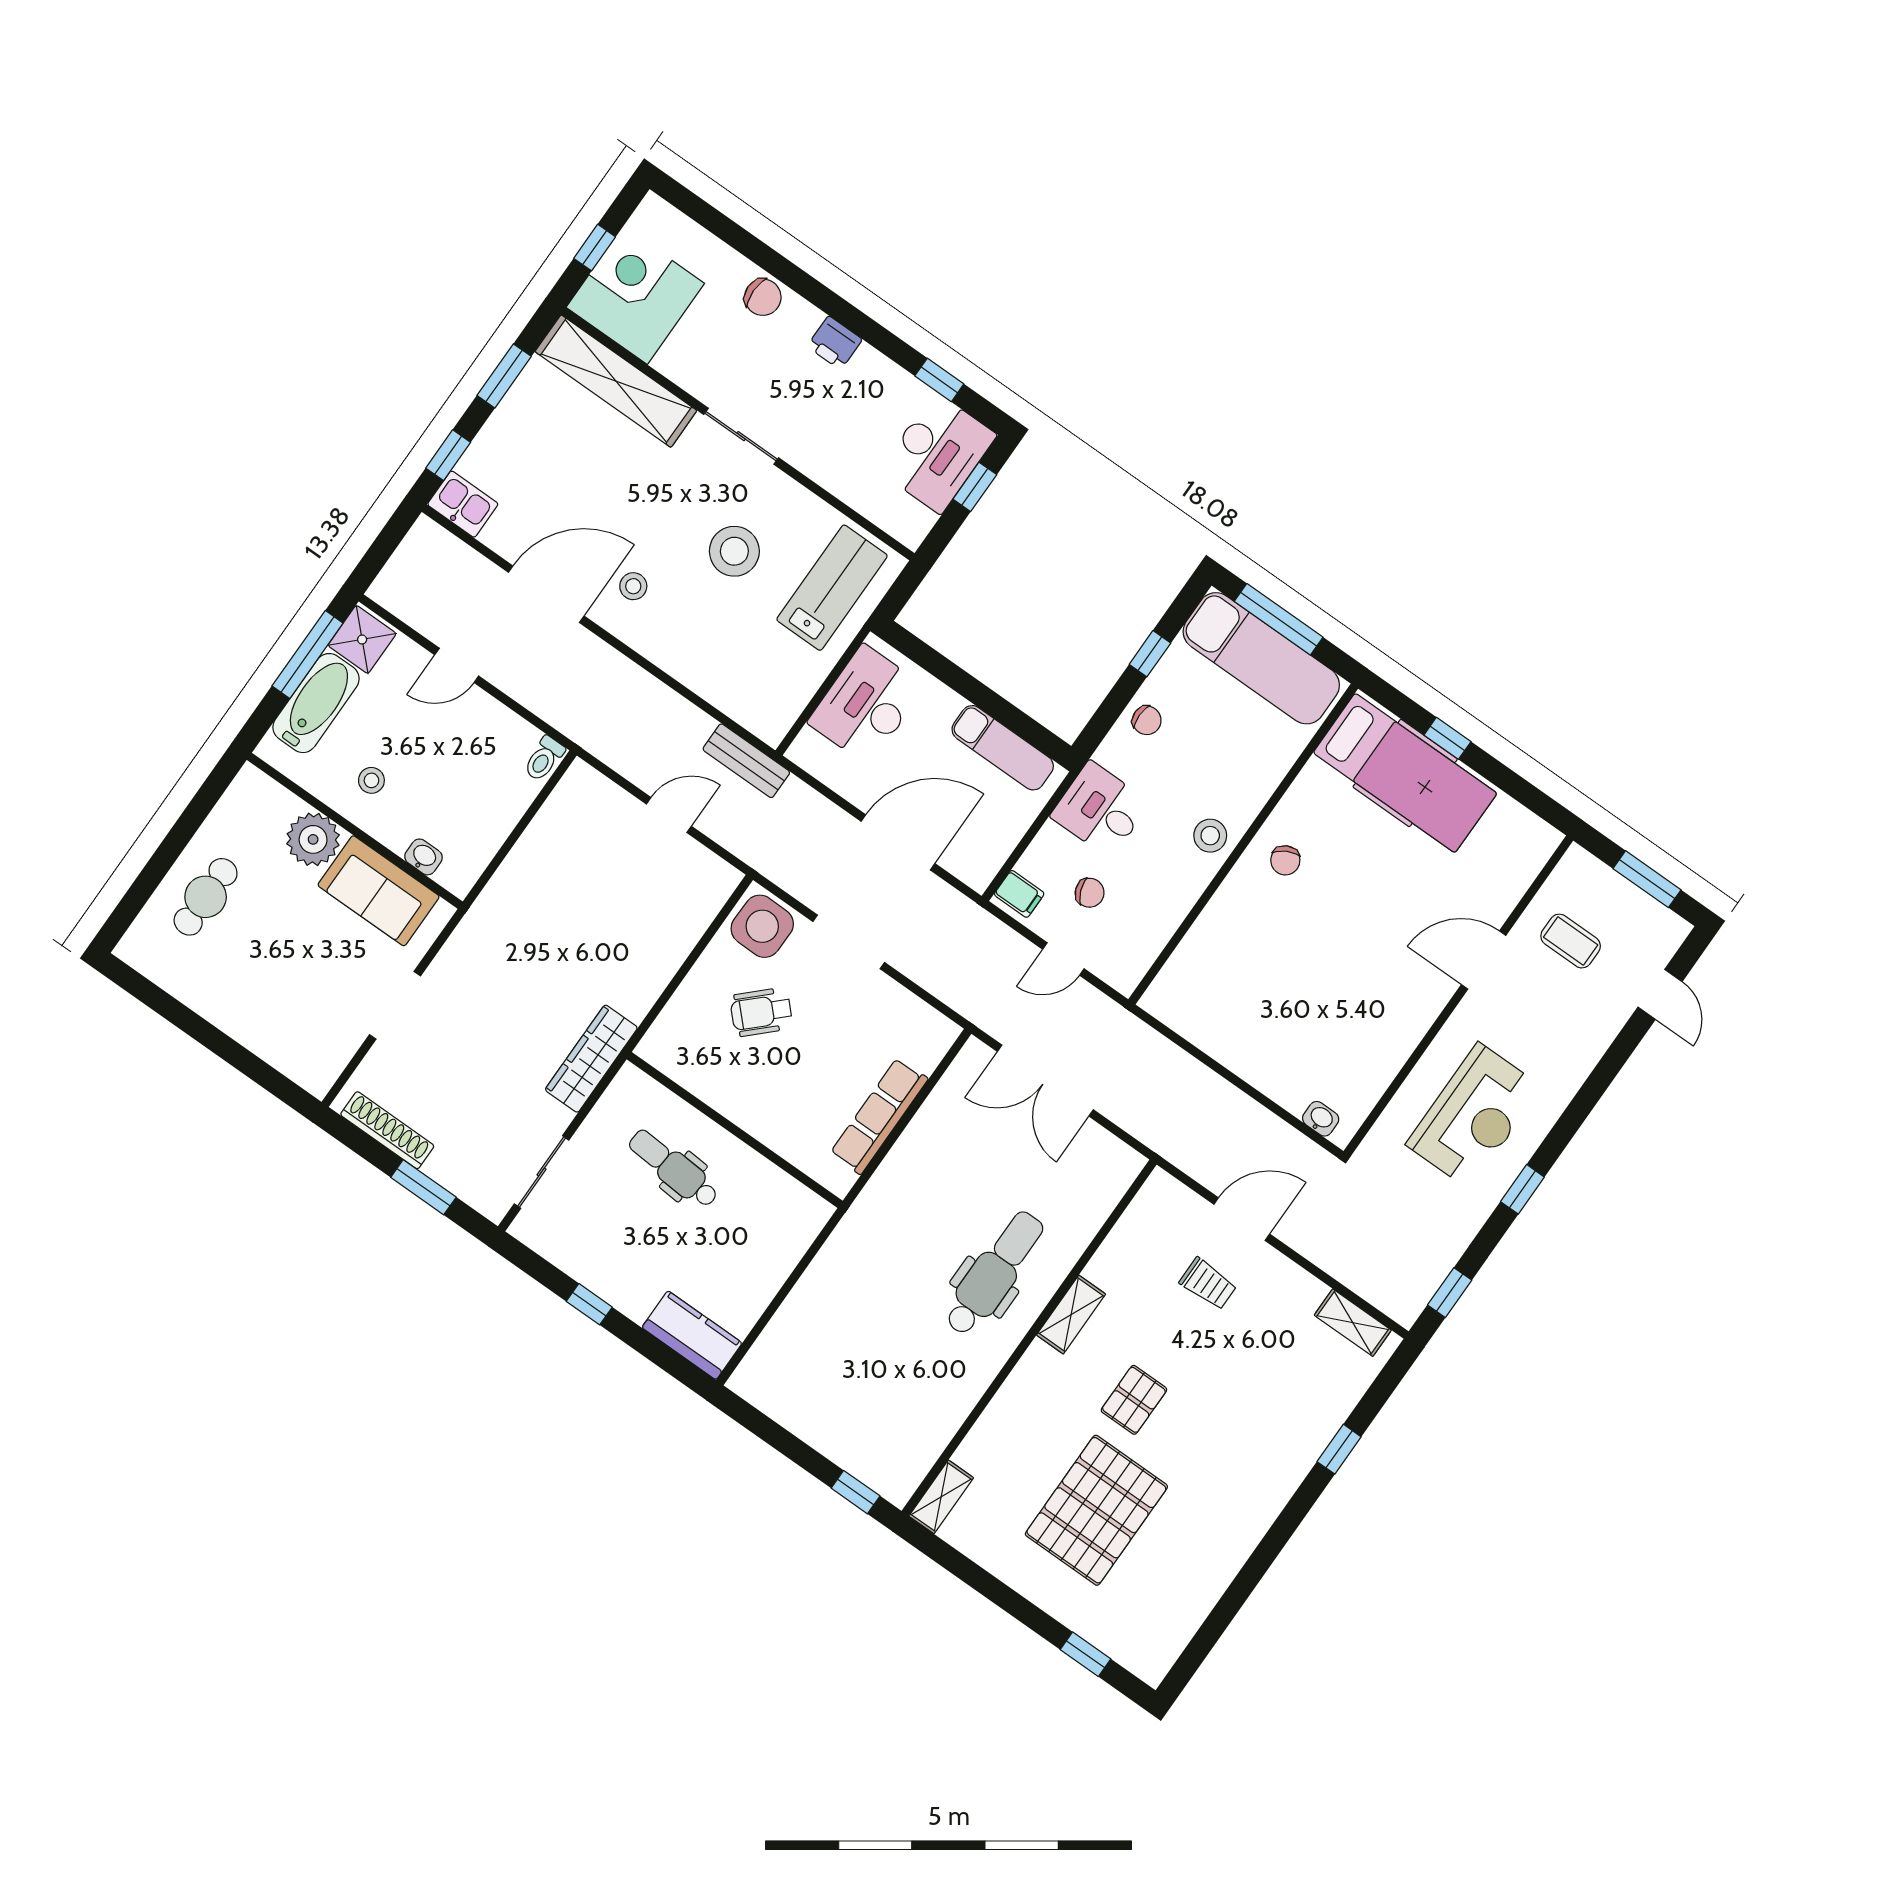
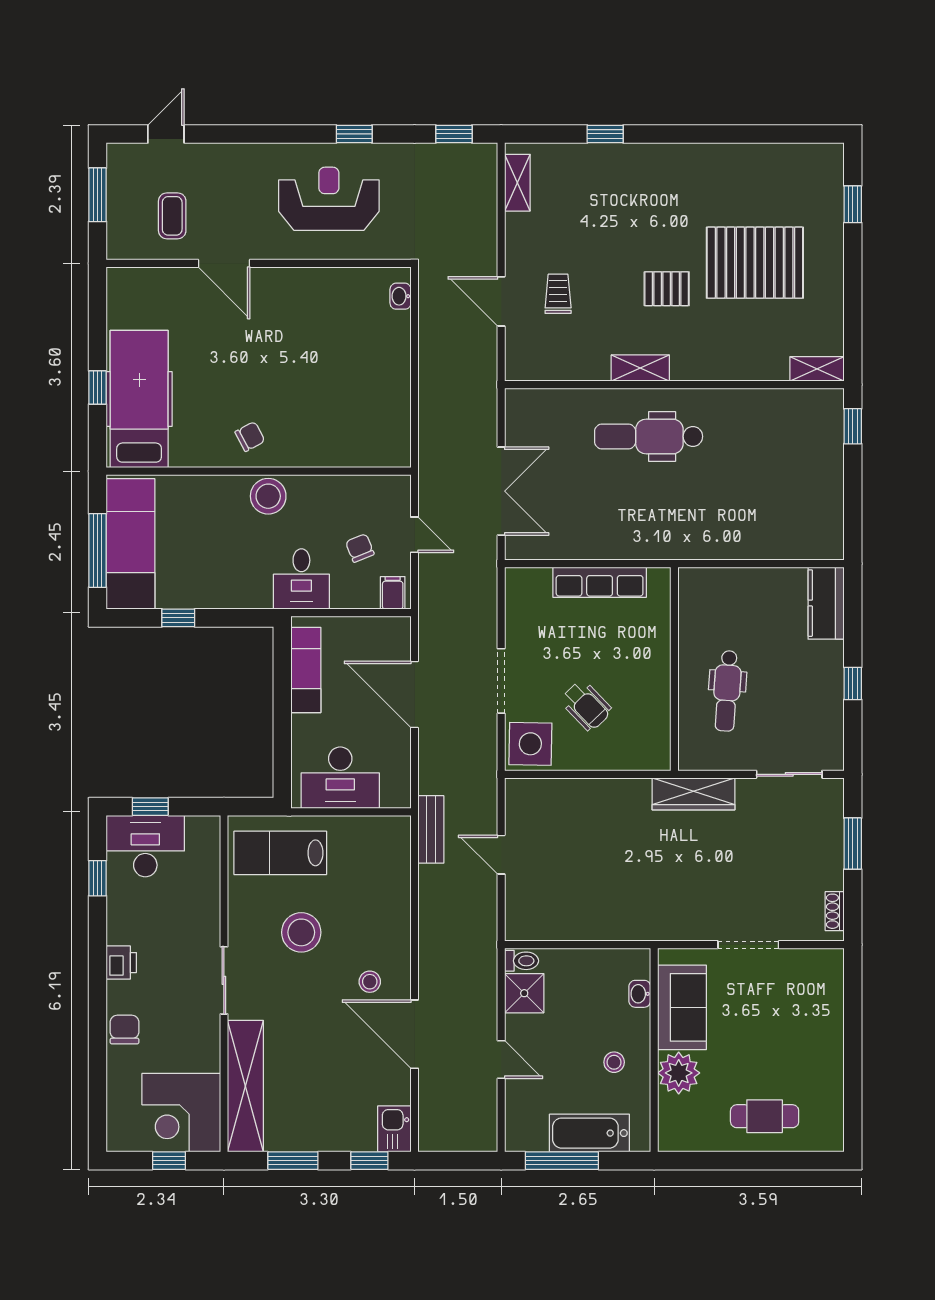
shower: (362, 639) -> (524, 993), moved
chair: (1147, 720) -> (223, 590), removed
stool: (1210, 836) -> (268, 496), width x1.38, depth x1.38
shoe rack: (387, 1130) -> (835, 911), width x0.51, depth x0.81

